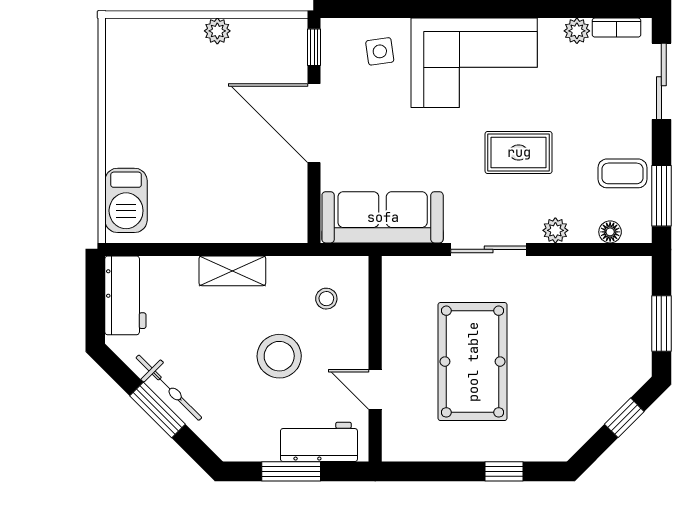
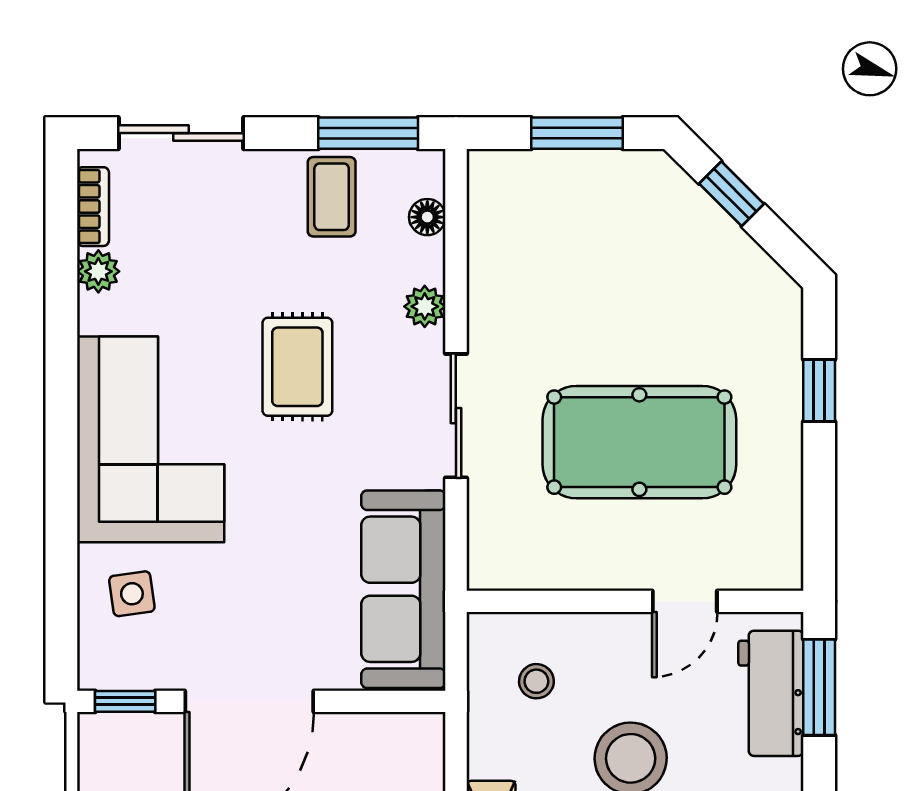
window: (291, 471) -> (819, 687), moved

